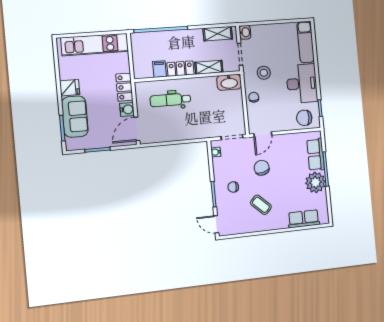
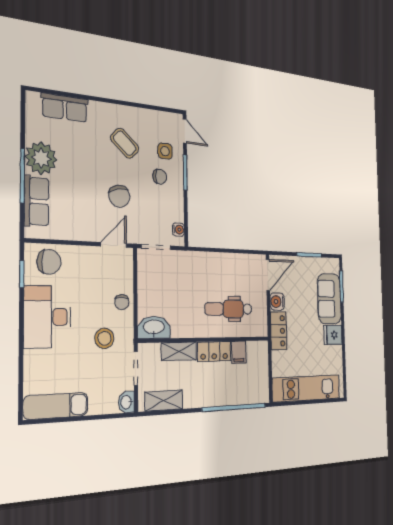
exam couch: (306, 42) -> (56, 406), moved, turned -90
dental chair: (170, 100) -> (229, 309), turned 180
side table: (231, 206) -> (165, 151), added

